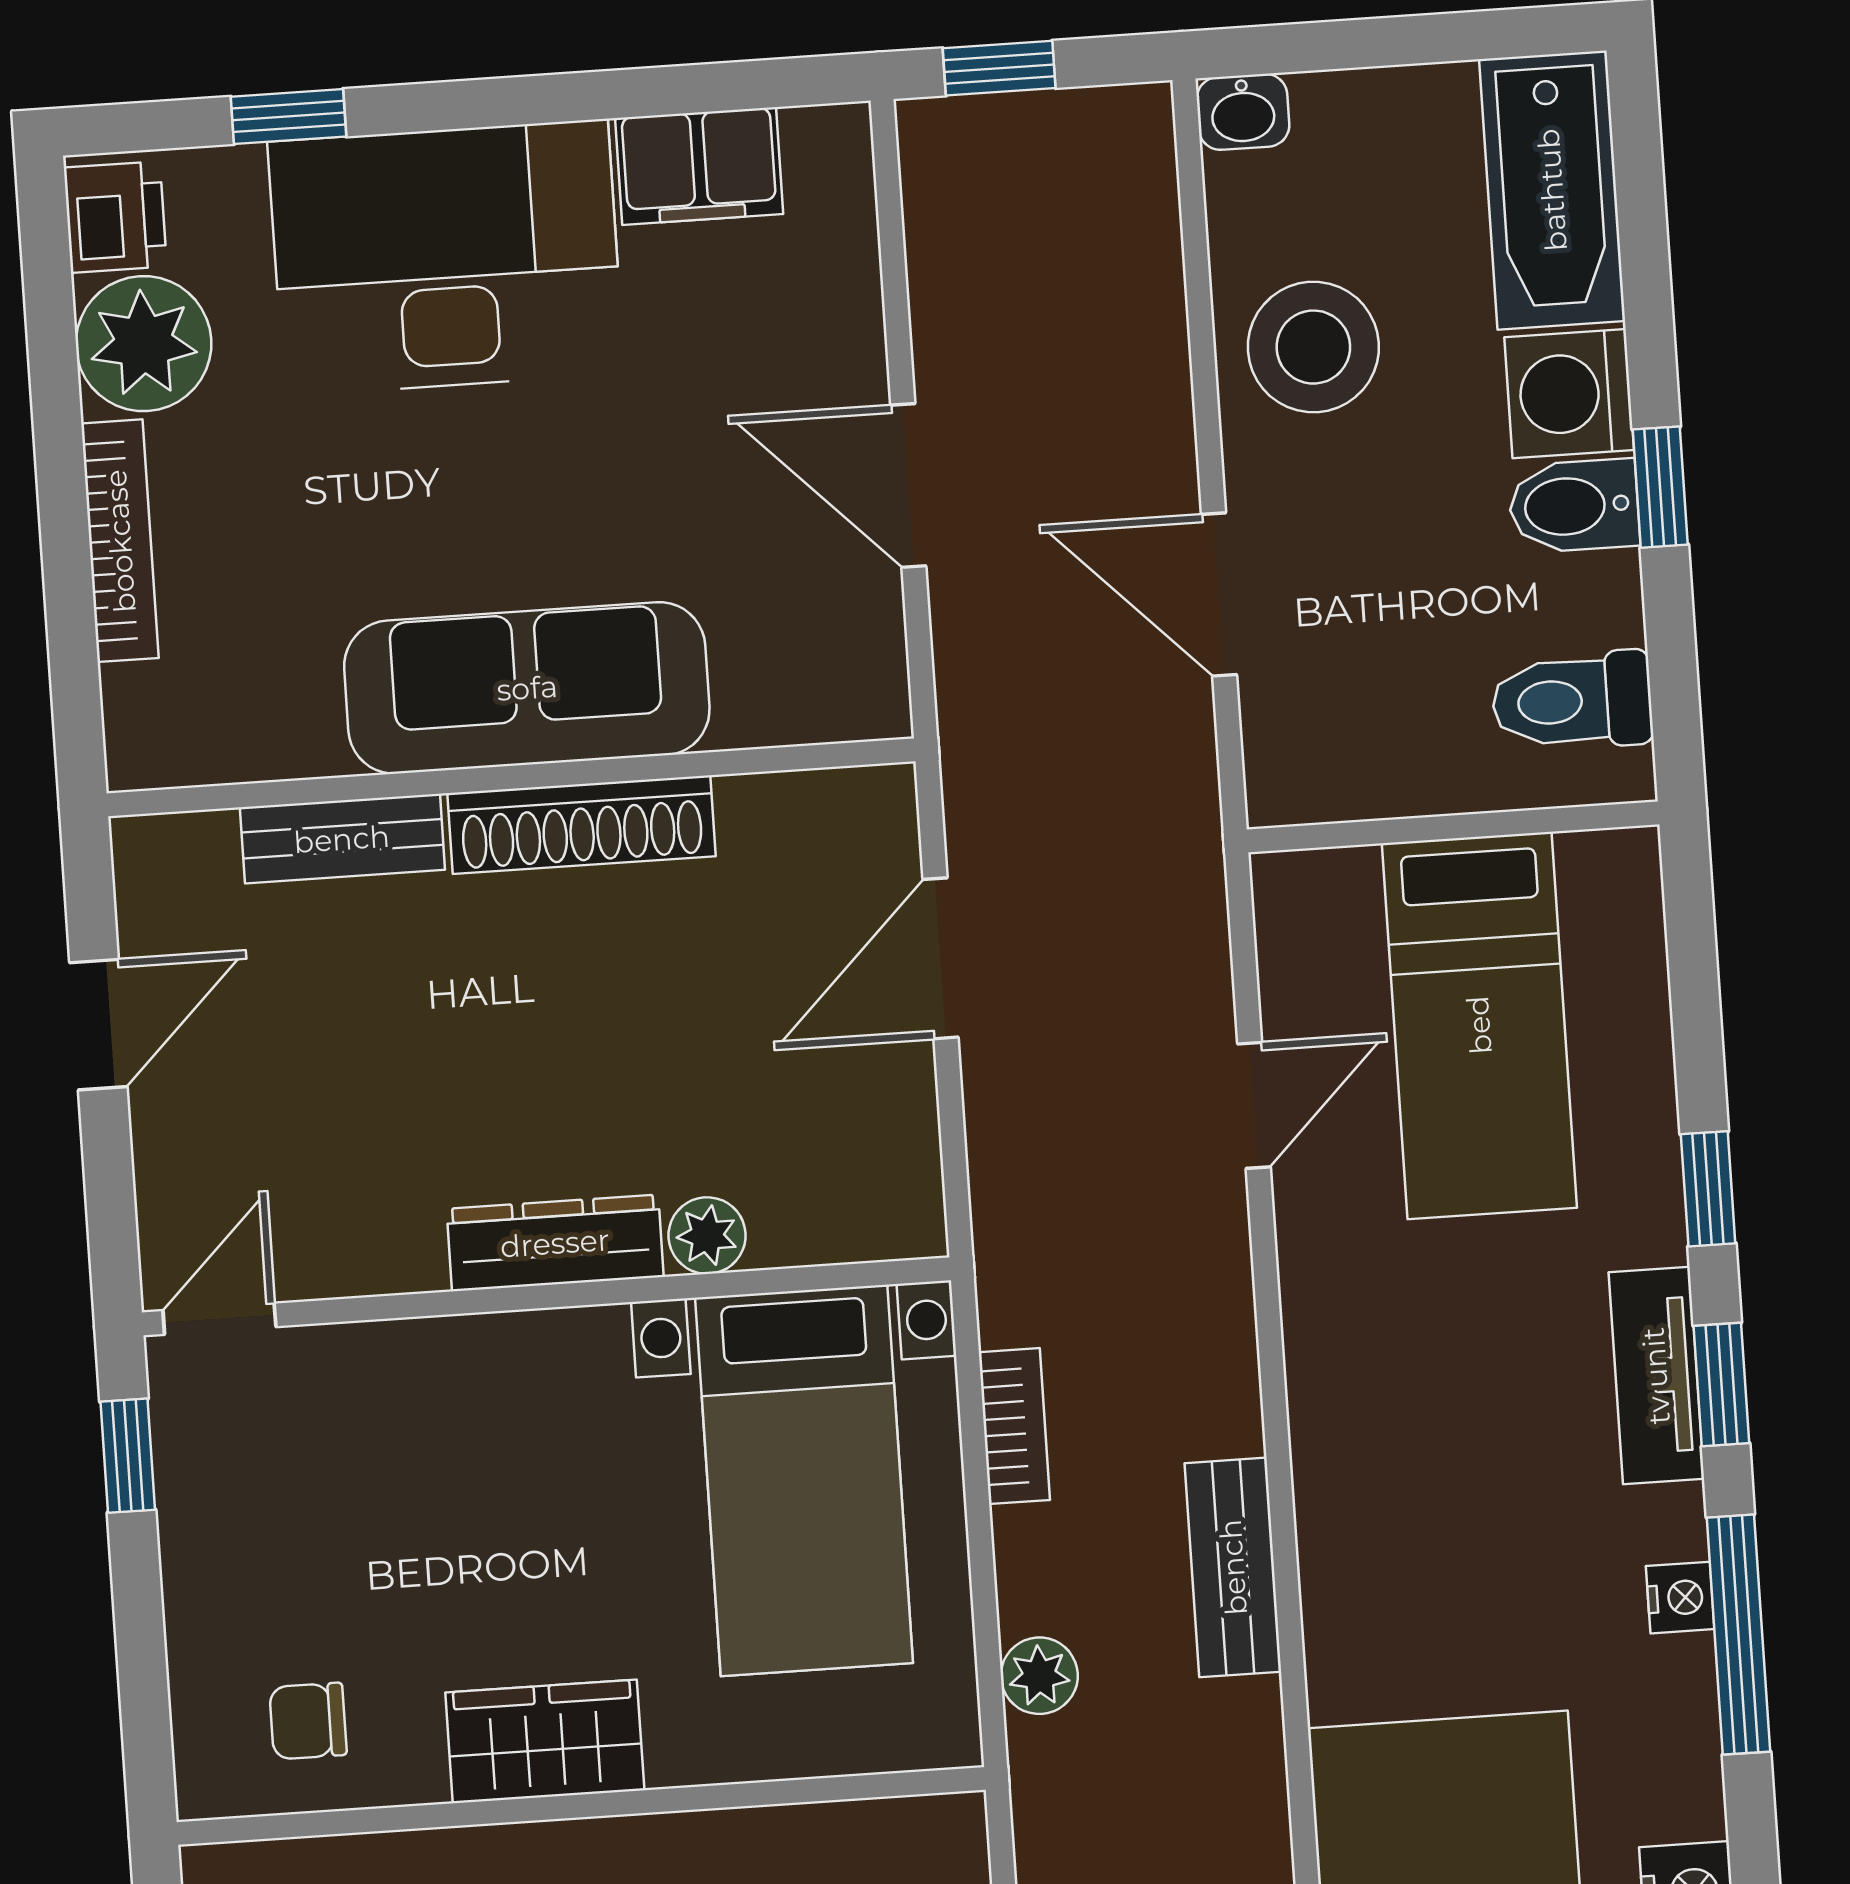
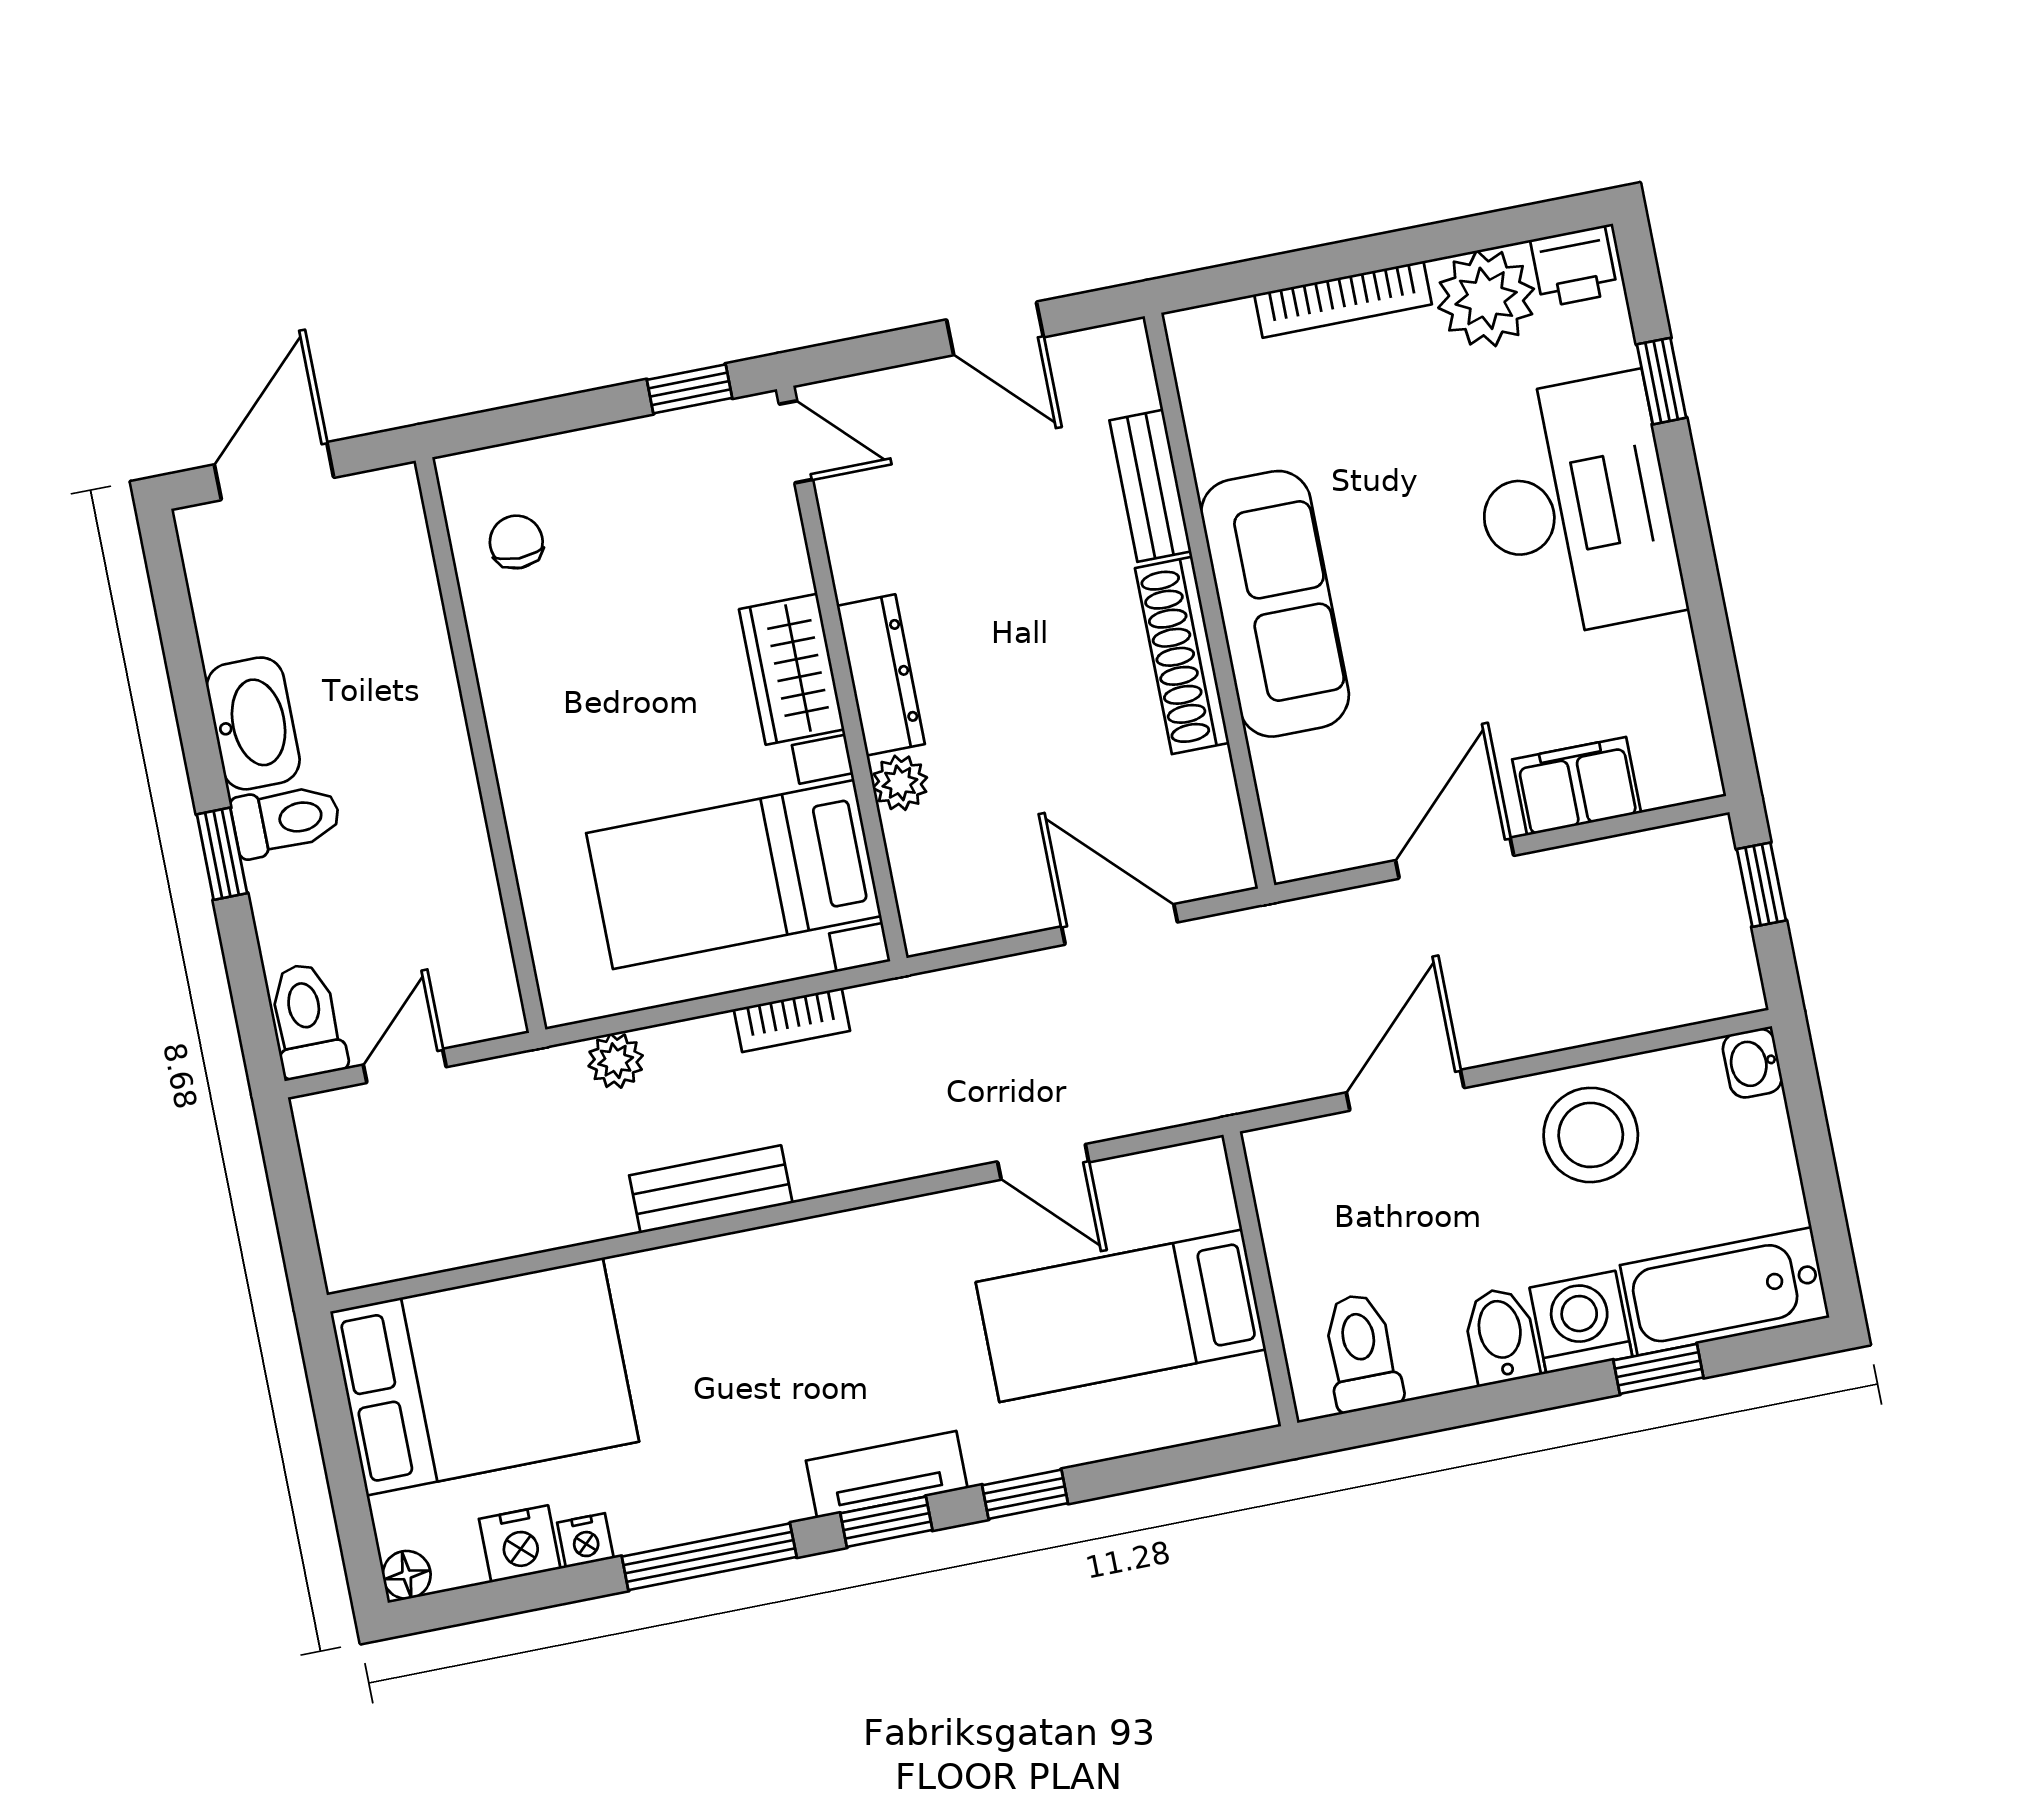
filing cabinet: (699, 166) -> (1577, 786), moved, turned 90
window: (1660, 487) -> (1658, 1369), moved
nightstand: (1680, 1598) -> (585, 1540), moved
wardrobe: (545, 1741) -> (792, 669), moved, turned 180

